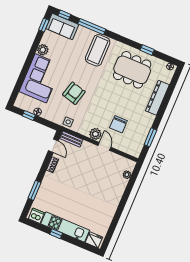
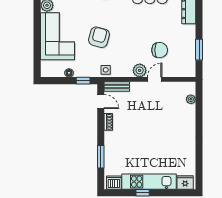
window: (29, 115) -> (83, 81), moved
chair: (118, 124) -> (160, 50), turned -90
door: (104, 146) -> (155, 79), hinge flipped

